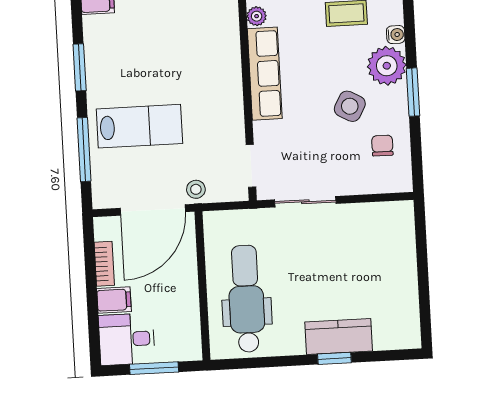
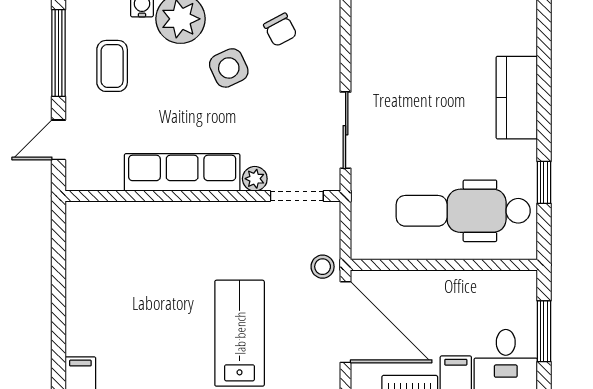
plant: (257, 16) -> (255, 179), moved
side table: (350, 106) -> (229, 68), turned 37
chair: (382, 146) -> (280, 30), turned -118
window: (334, 358) -> (544, 182), moved

